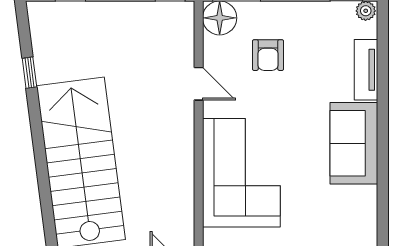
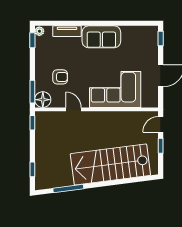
window: (29, 73) -> (68, 189), width x2.17
door: (199, 84) -> (74, 109), hinge flipped

